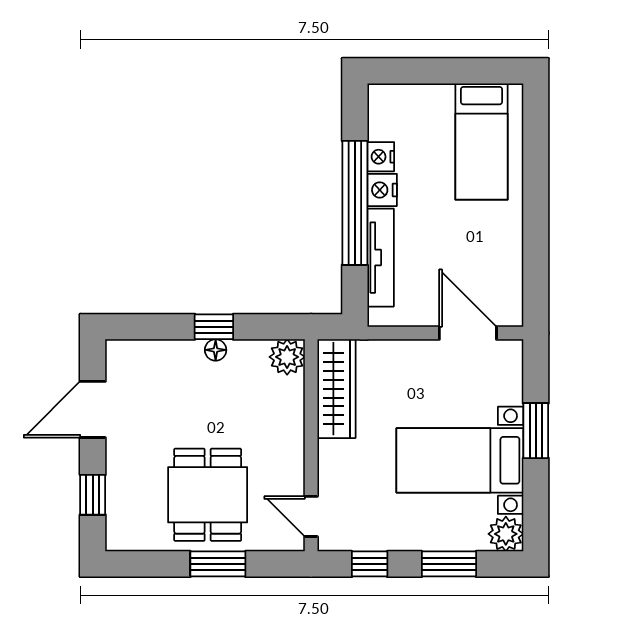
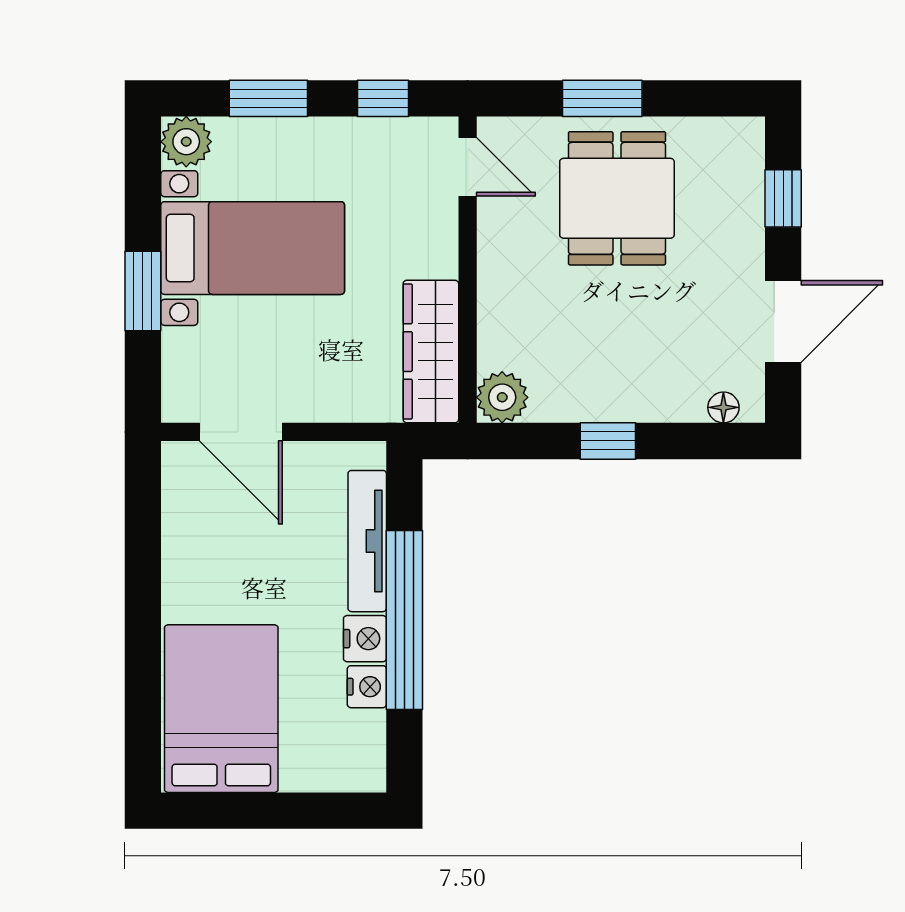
bed: (482, 142) -> (221, 709), width x1.50
floor lamp: (216, 350) -> (723, 407), moved

